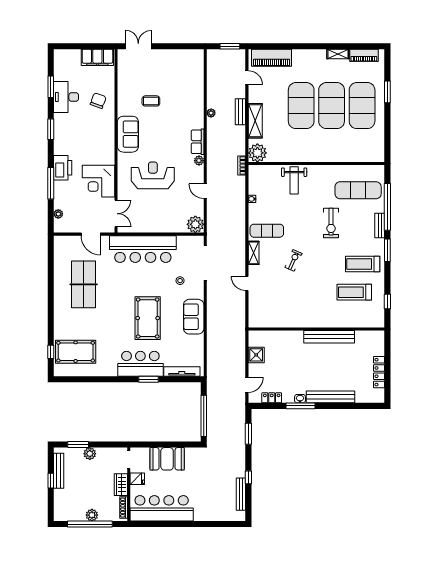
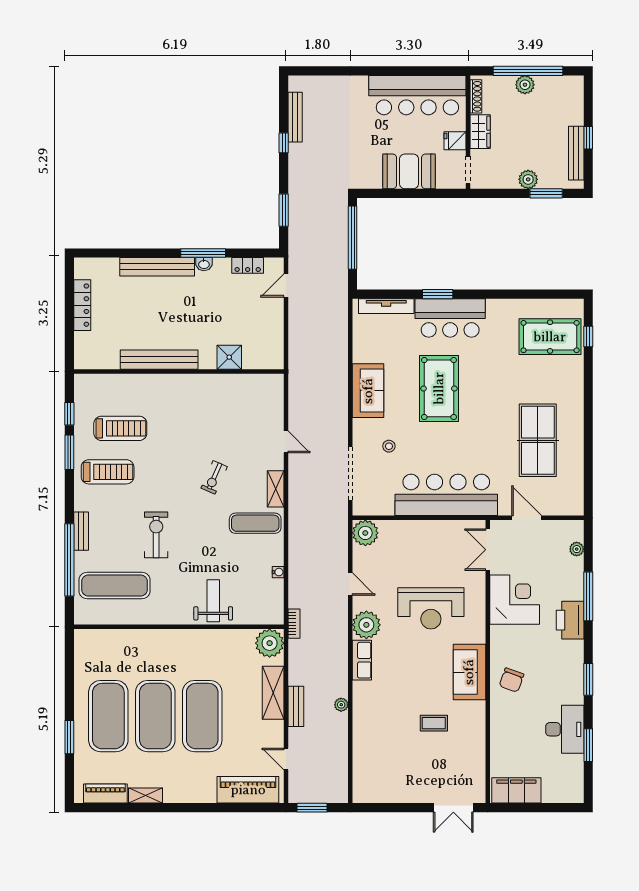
chair: (98, 101) -> (512, 680), moved
plant: (199, 161) -> (366, 625), width x1.88, depth x1.88
window: (387, 250) -> (69, 452), moved
shower: (256, 355) -> (229, 357), moved

